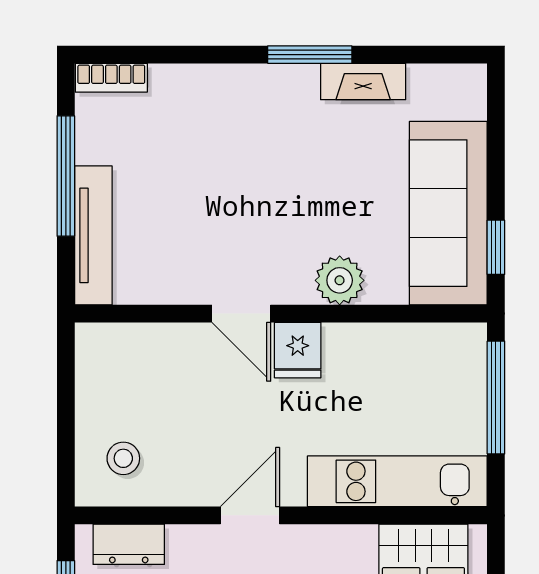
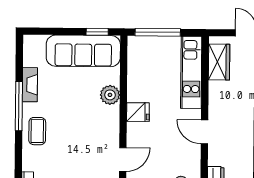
window: (310, 55) -> (19, 106), width x1.44
coffee table: (248, 101) -> (37, 131), added
door: (241, 314) -> (123, 159), moved

